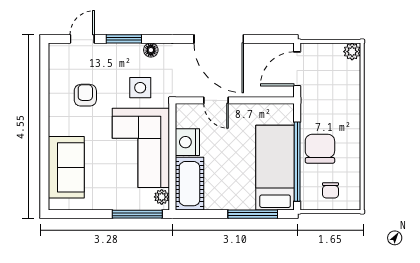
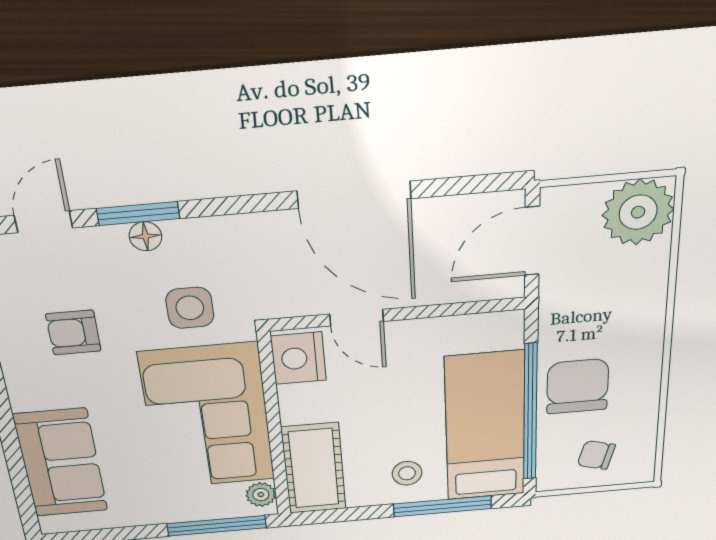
floor lamp: (151, 50) -> (145, 236), moved
plant: (352, 52) -> (638, 212), width x1.88, depth x1.88
armchair: (85, 95) -> (73, 332), turned -90
nightstand: (187, 142) -> (298, 358), moved
chair: (330, 190) -> (596, 455), turned 105
stool: (236, 192) -> (407, 473), added

